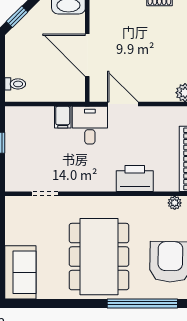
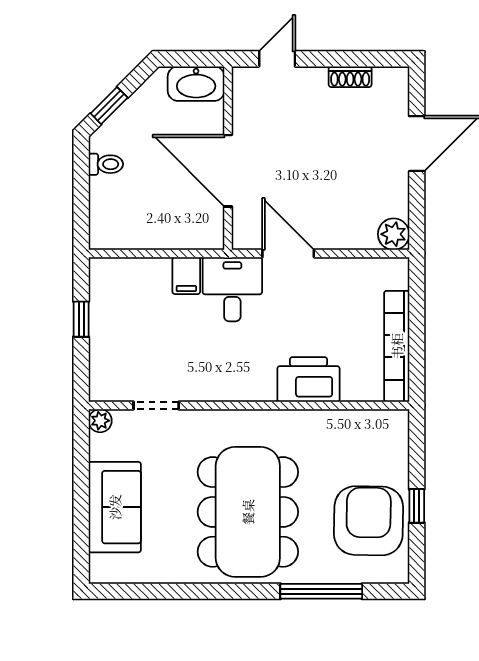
toilet: (15, 84) -> (106, 164), moved
plant: (175, 203) -> (100, 421), moved
sofa: (20, 272) -> (115, 507), moved
window: (142, 303) -> (321, 591), width x0.68

